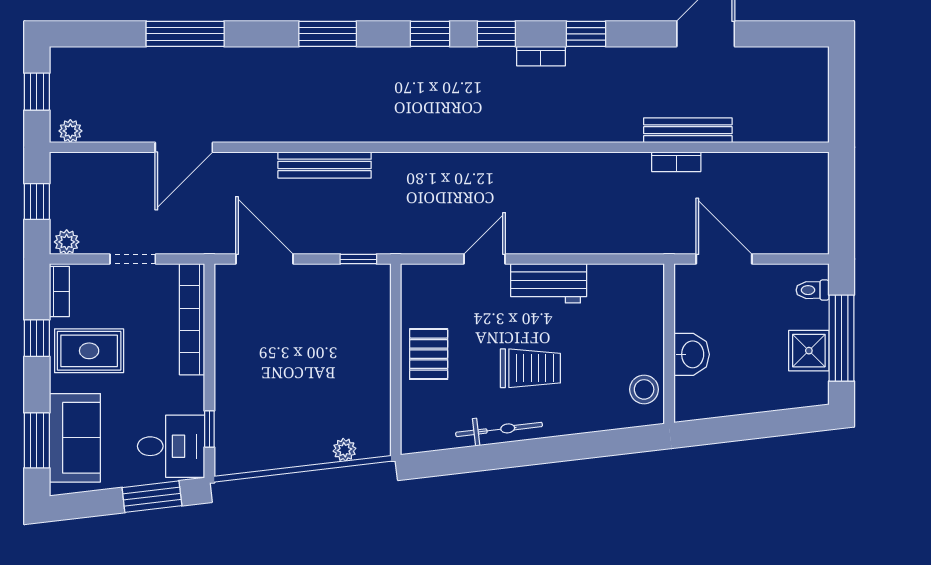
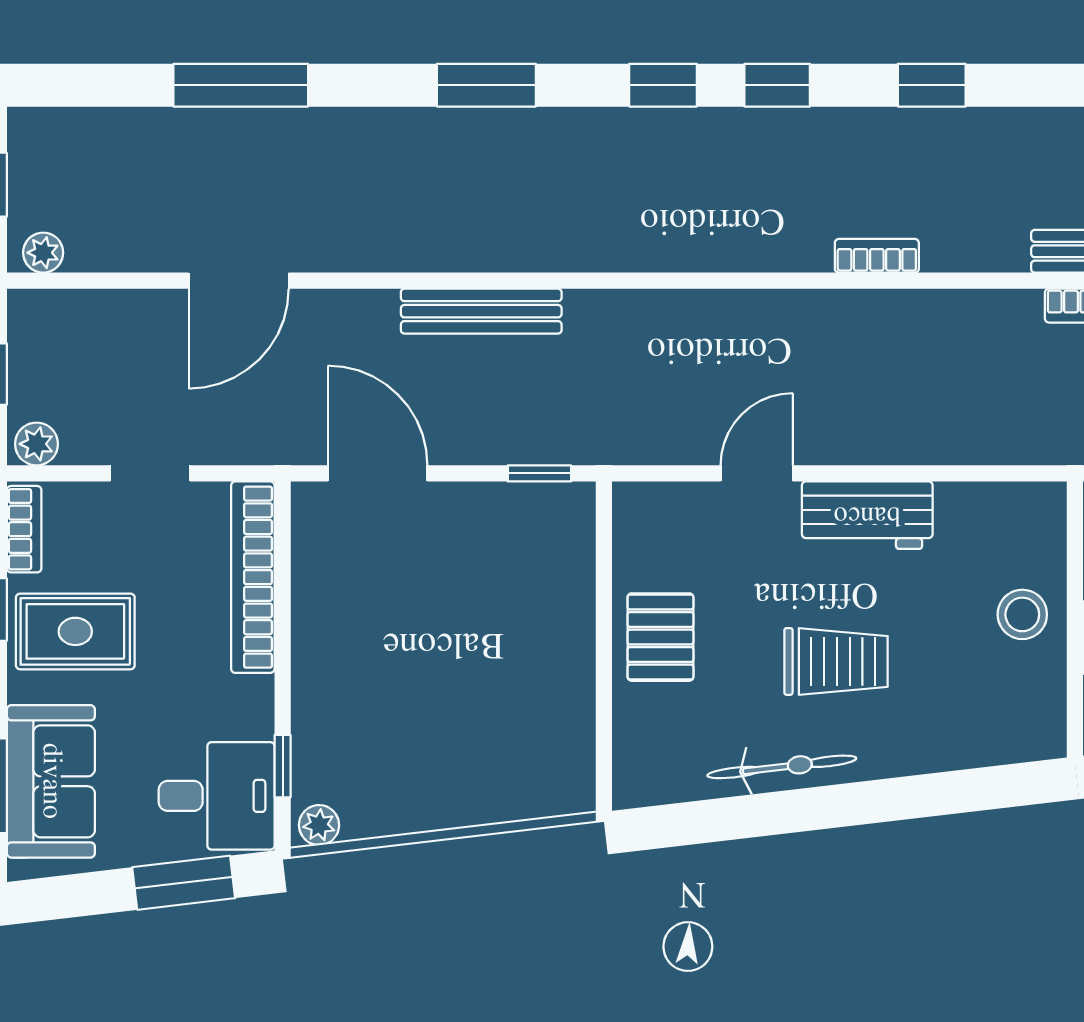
bookcase: (541, 56) -> (877, 256), moved, turned 180
stool: (644, 389) -> (1022, 614), moved
plant: (345, 450) -> (319, 825), moved

